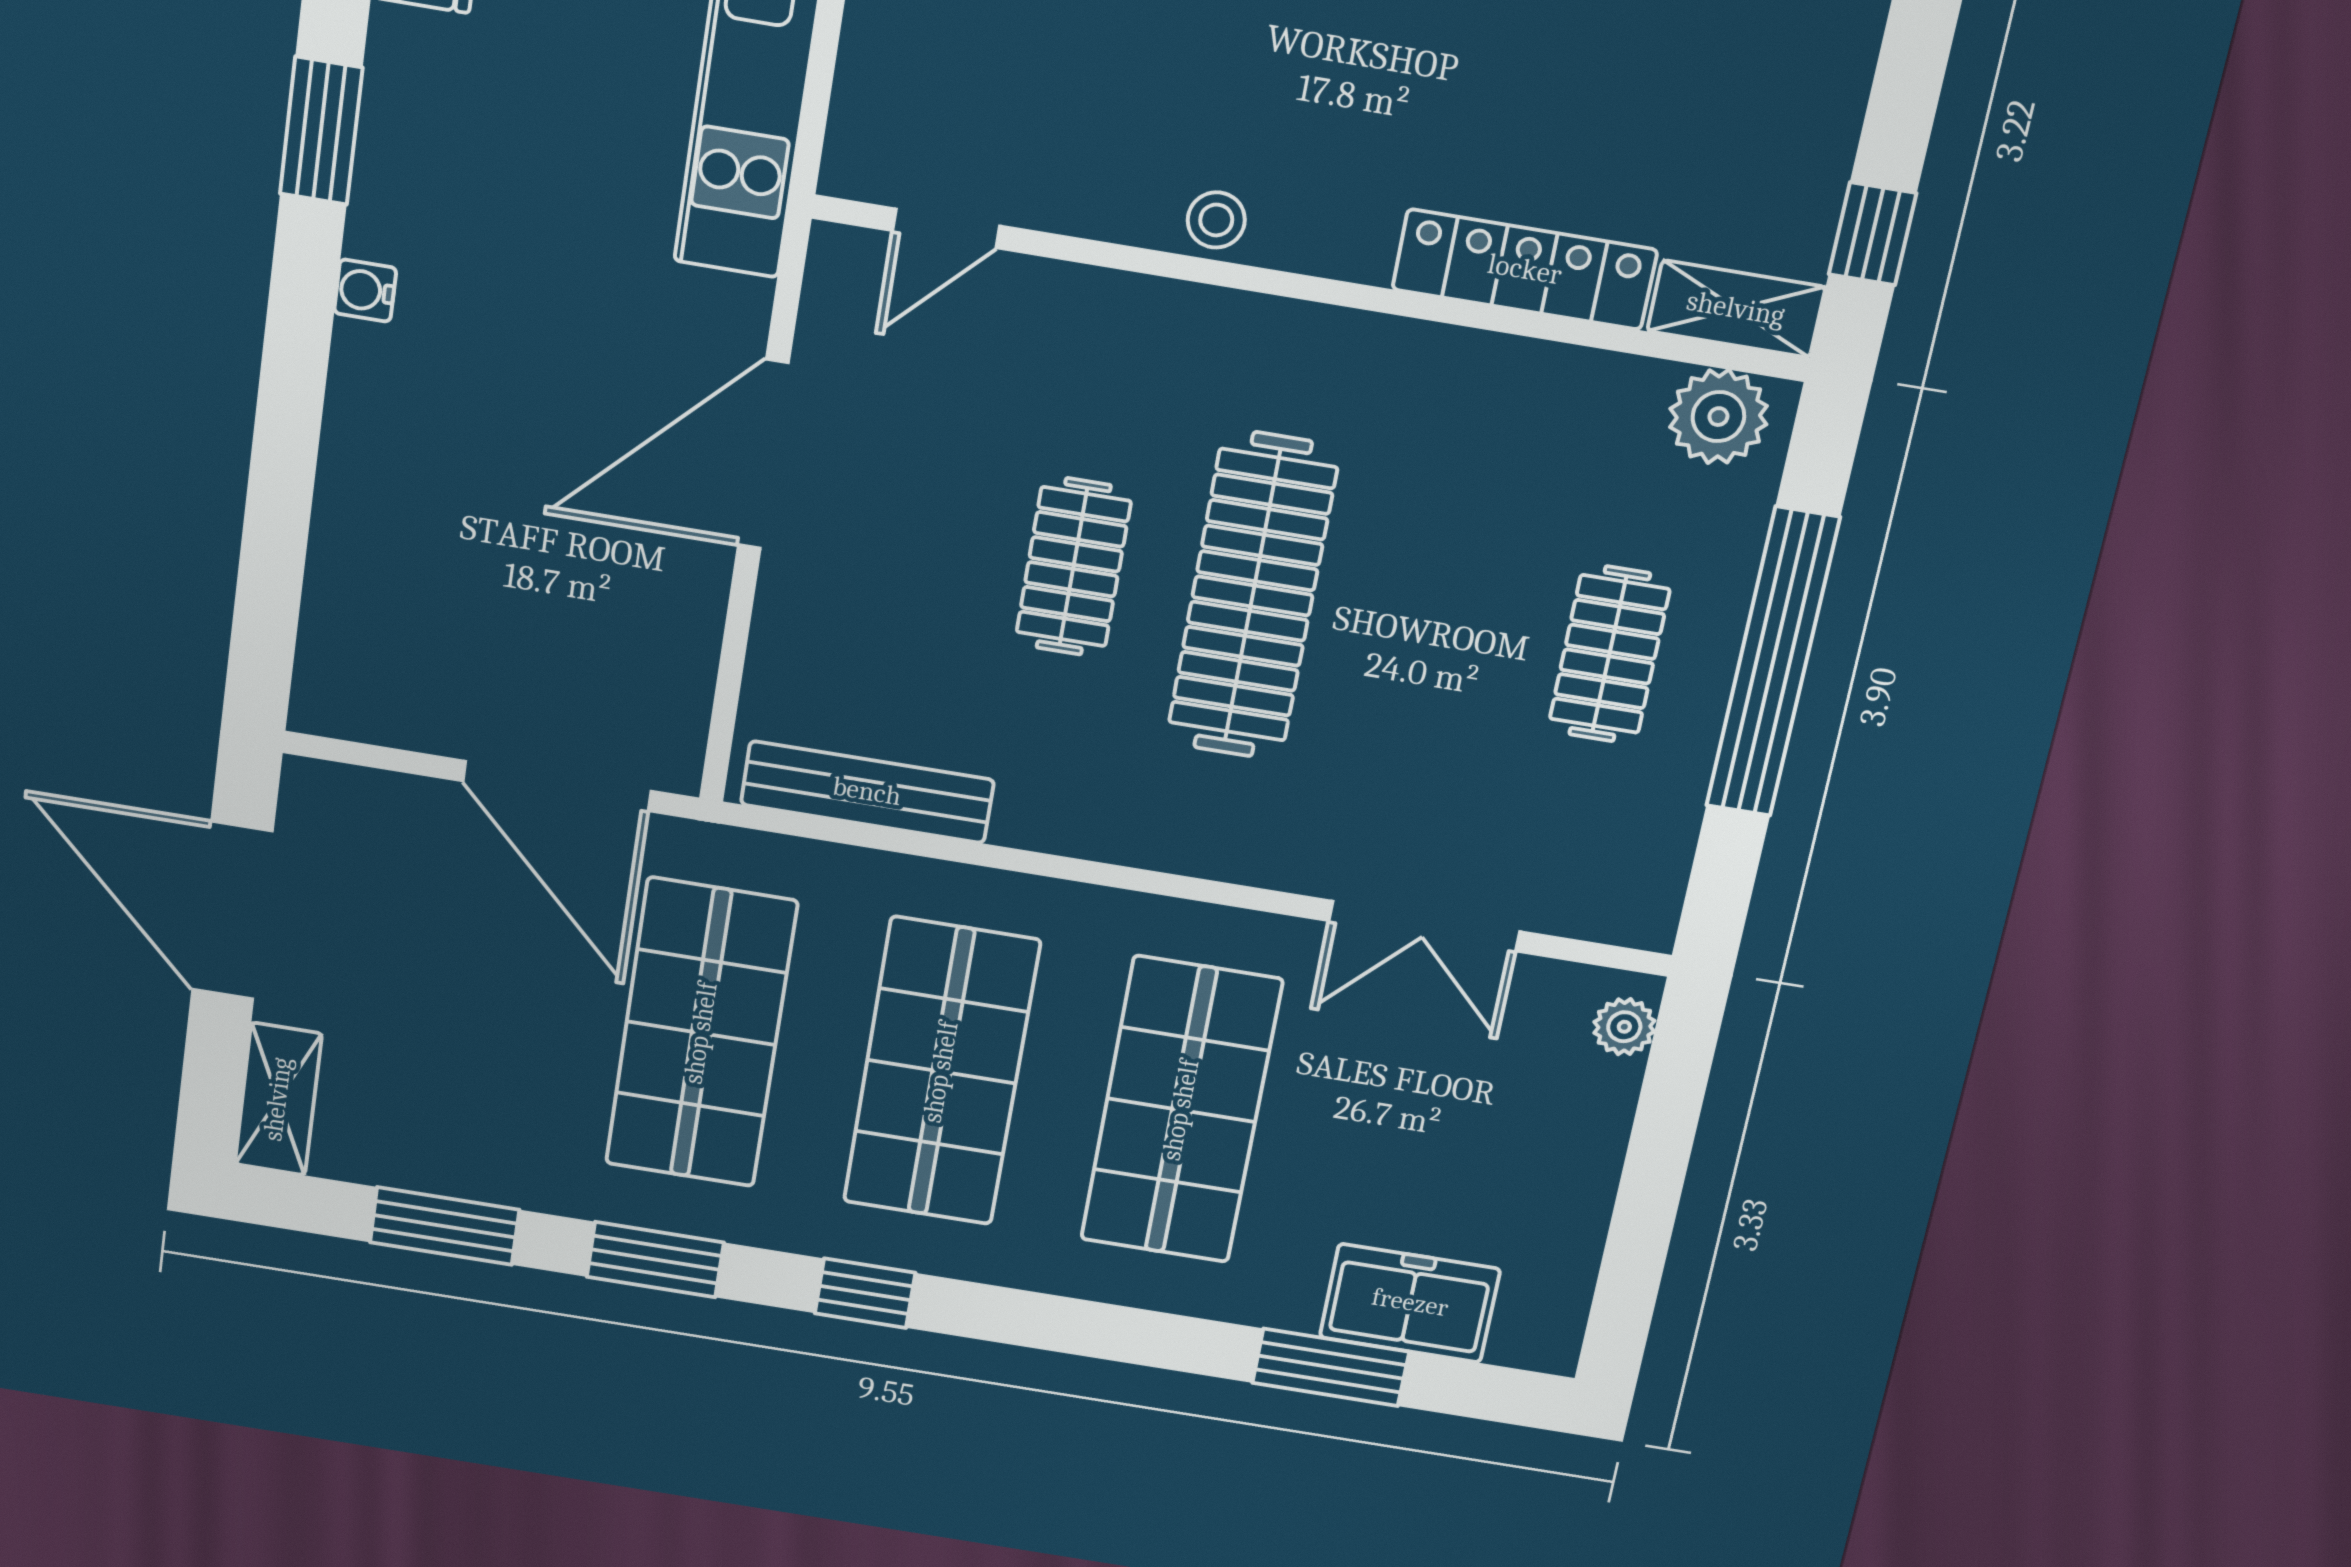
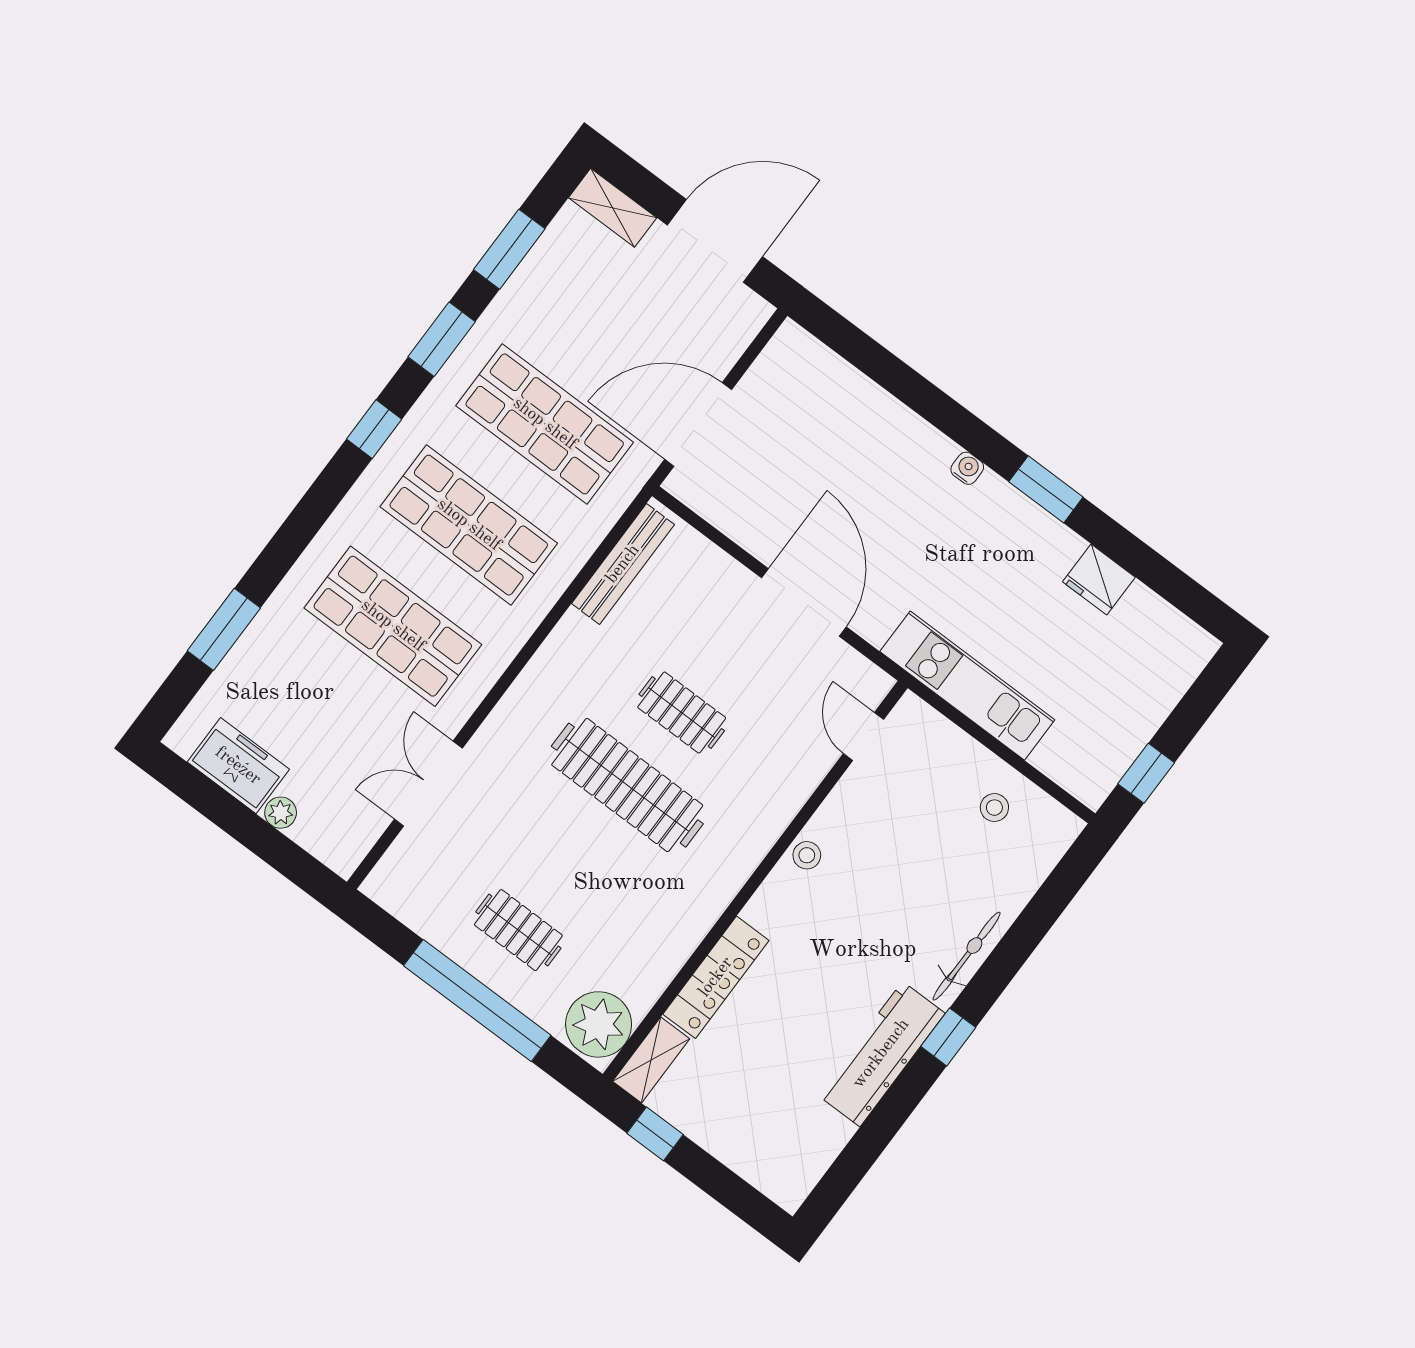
plant: (1718, 417) -> (599, 1024), width x1.36, depth x1.36
plant: (1624, 1027) -> (281, 813), moved
freezer: (1410, 1303) -> (238, 766), moved, turned -90

